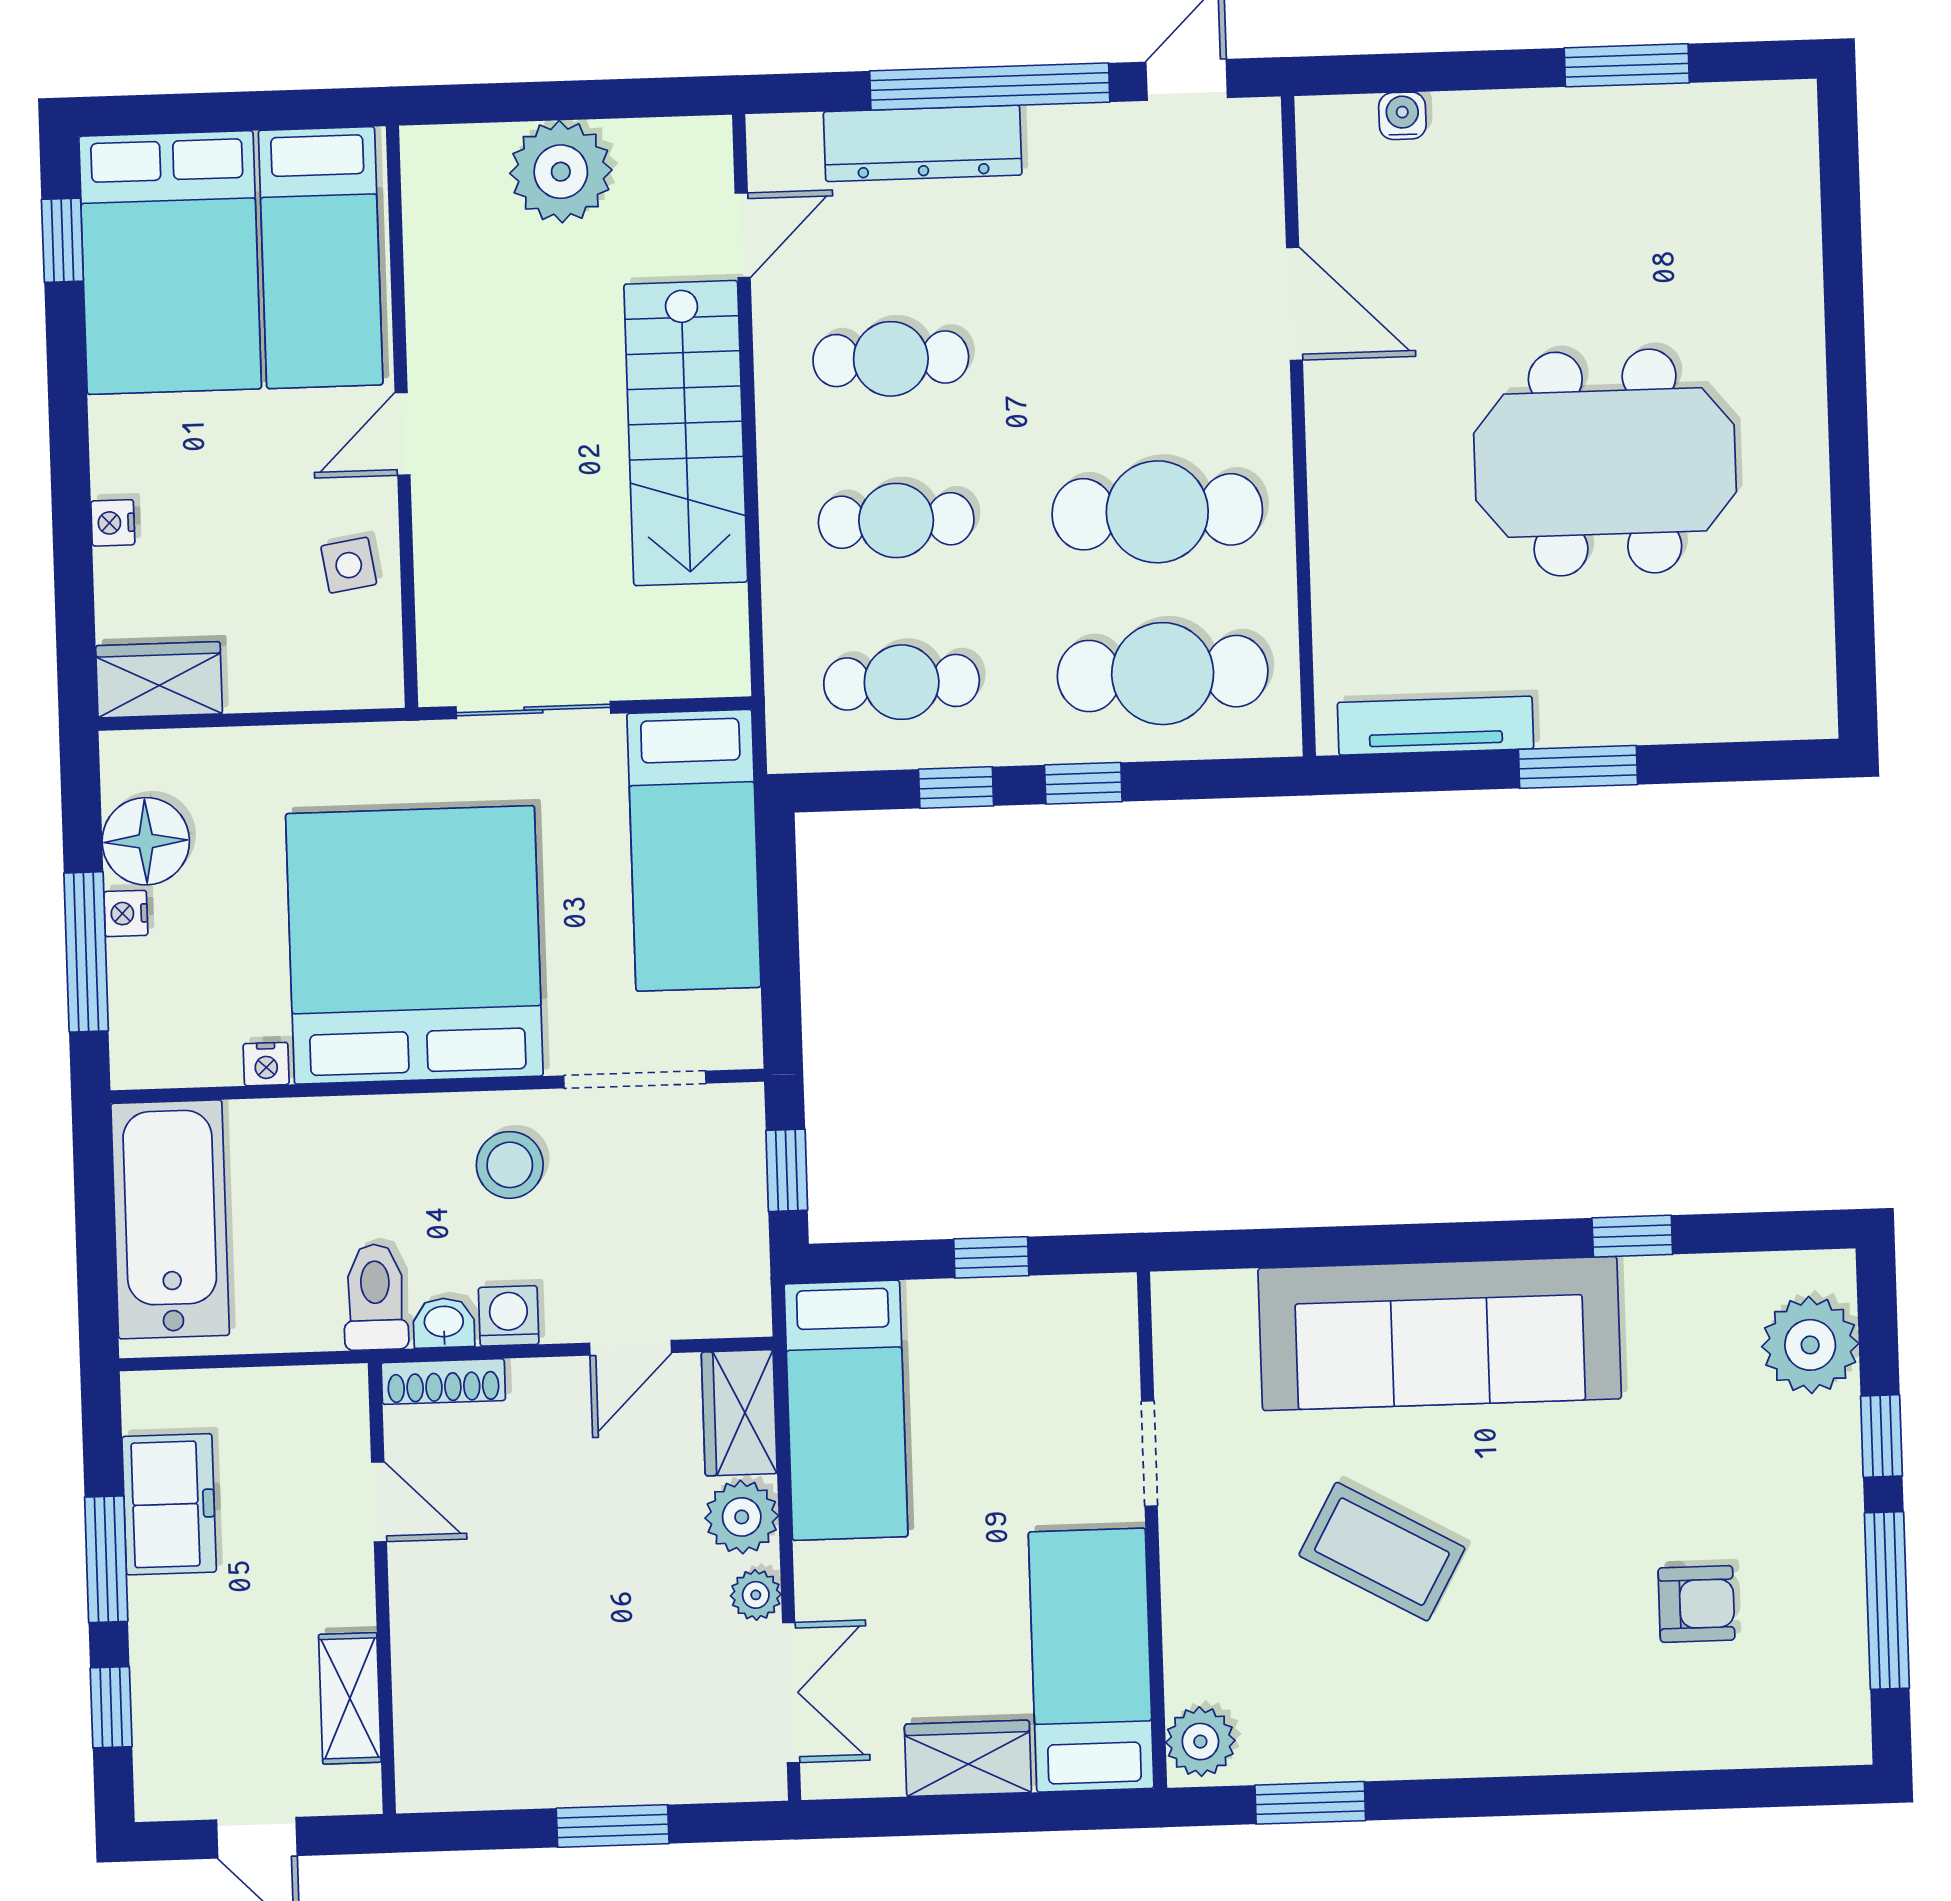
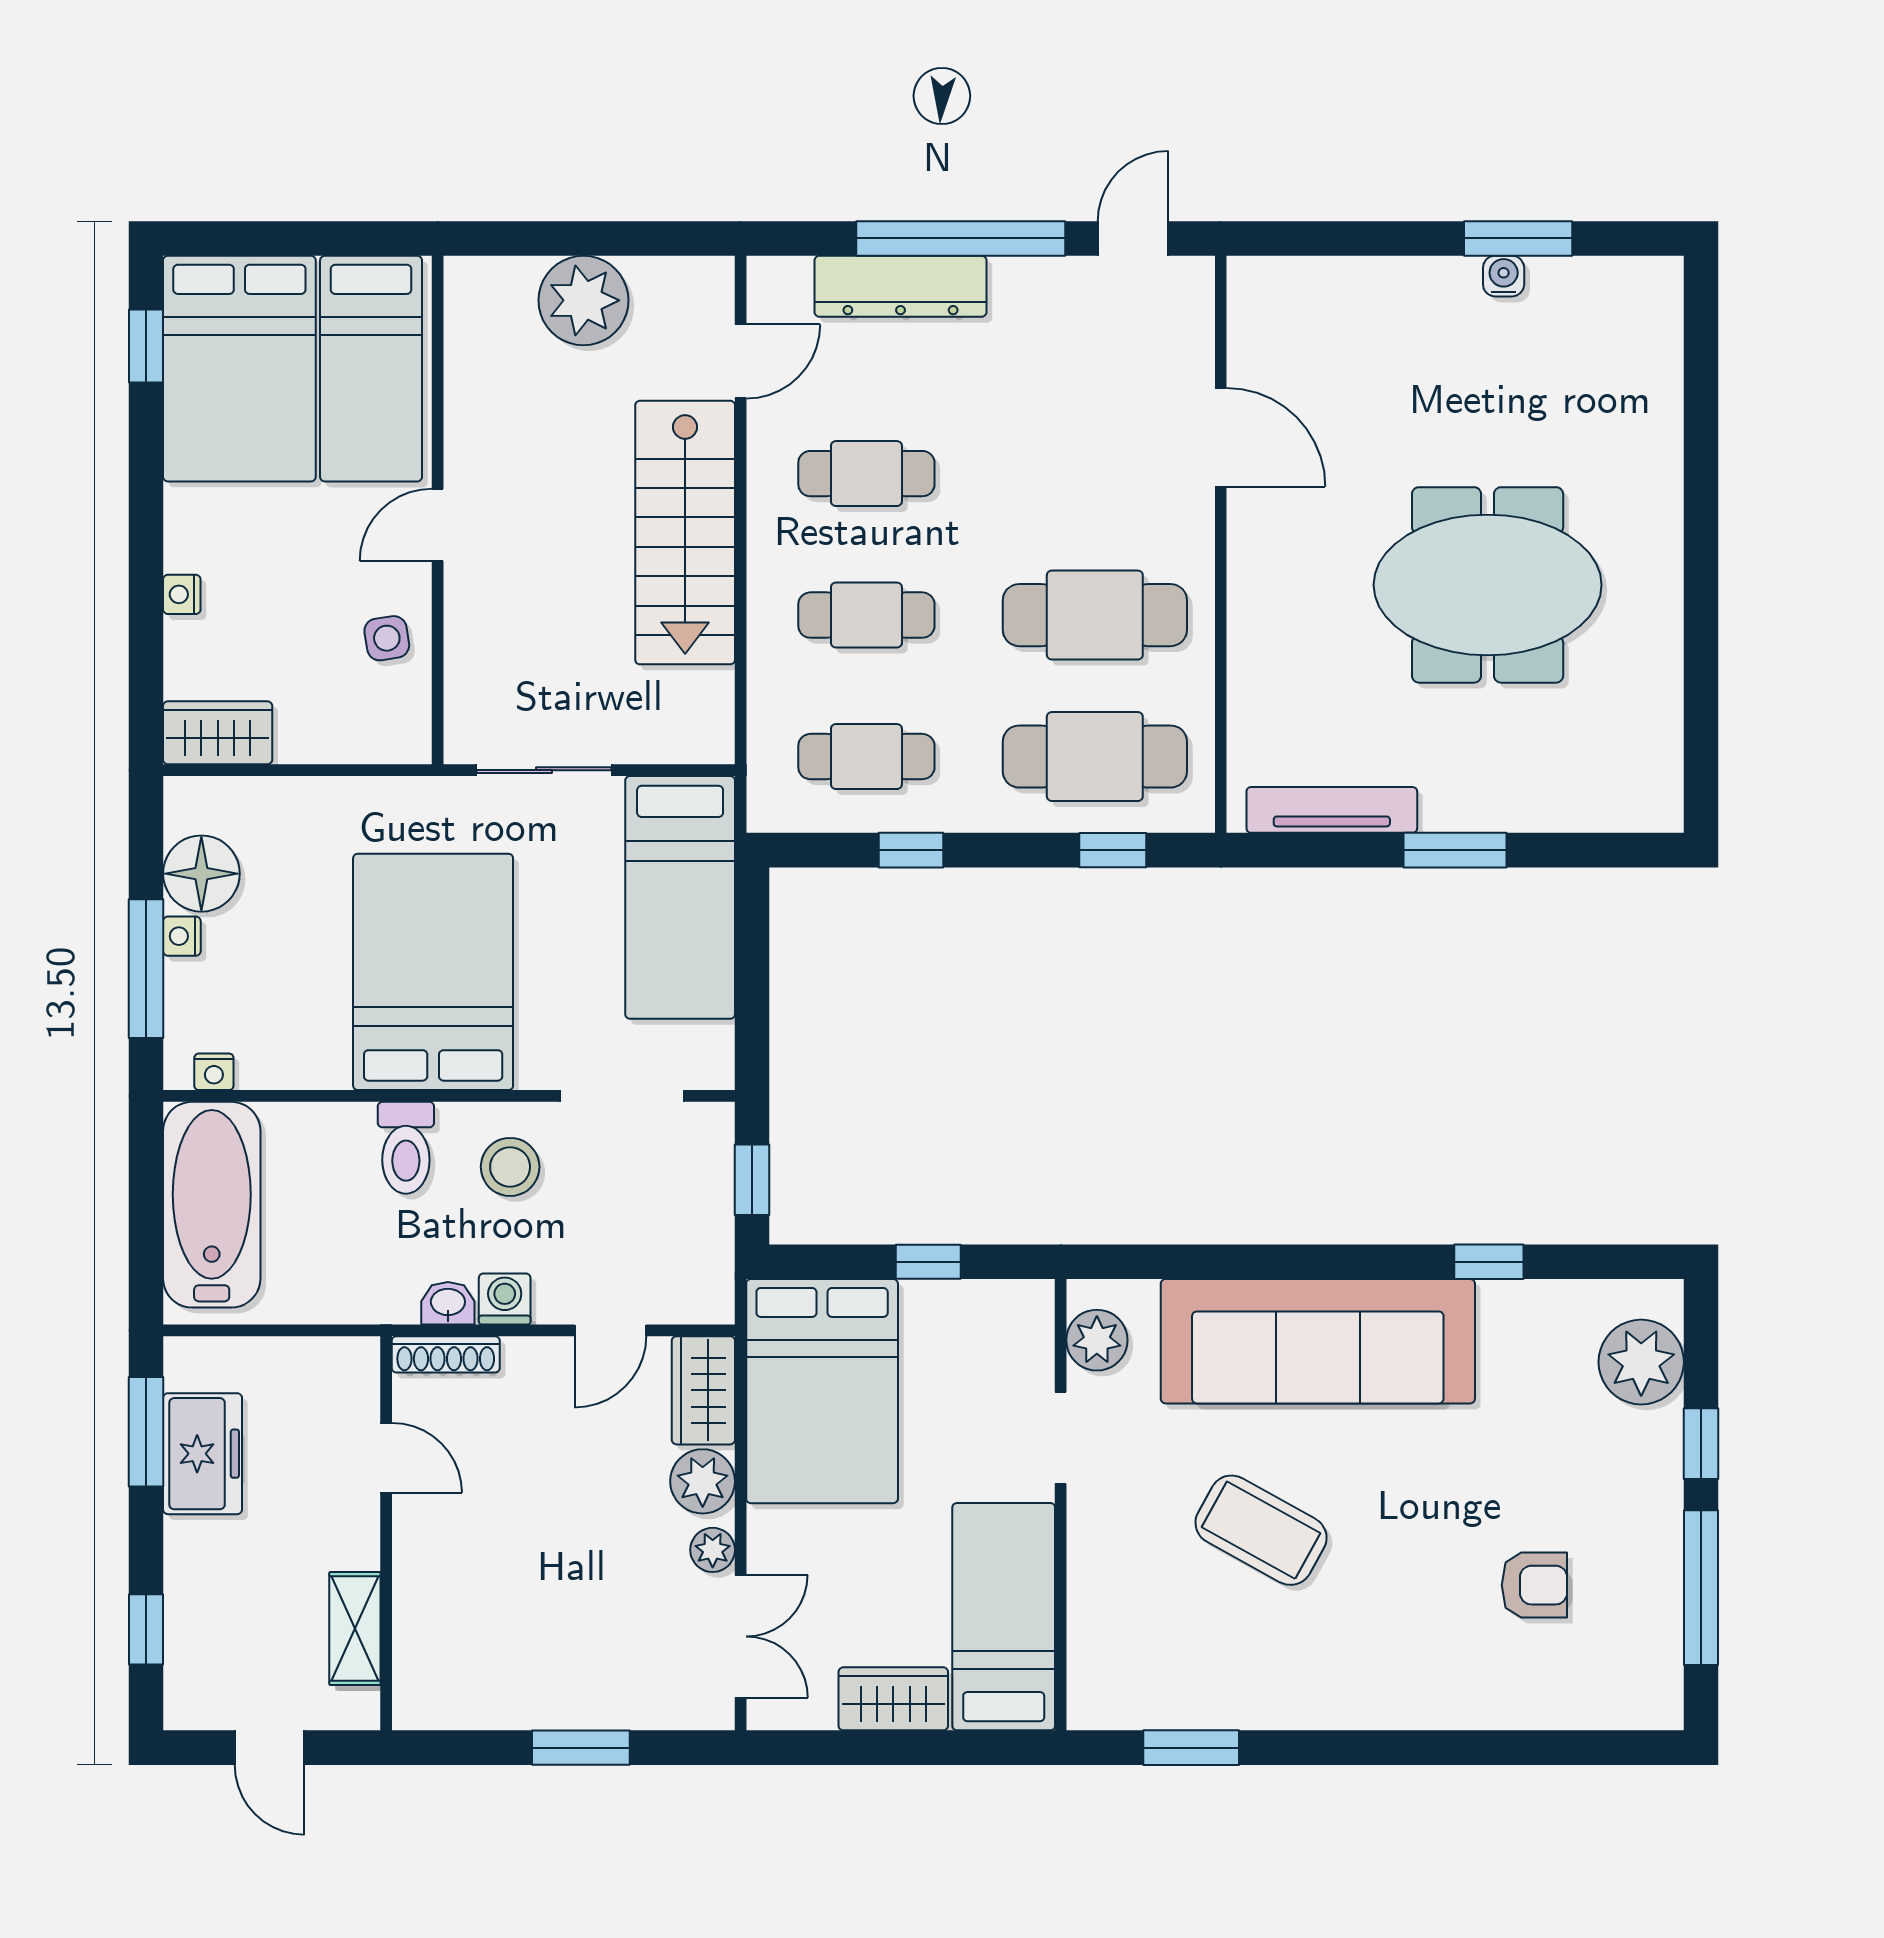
water cooler: (1402, 116) -> (1504, 276), moved
window: (1083, 783) -> (1113, 850), moved
bed: (414, 945) -> (433, 972), width x0.73
nightstand: (266, 1064) -> (214, 1072), moved
toilet: (375, 1297) -> (406, 1148), moved, turned 180
bed: (846, 1410) -> (822, 1391), width x1.50
window: (106, 1559) -> (146, 1432), moved
plant: (1200, 1742) -> (1097, 1340), moved

